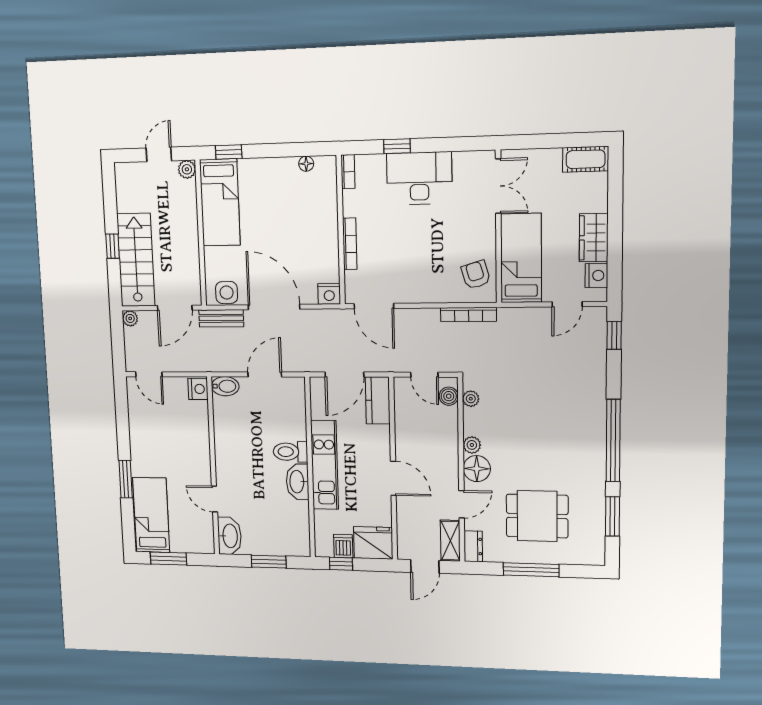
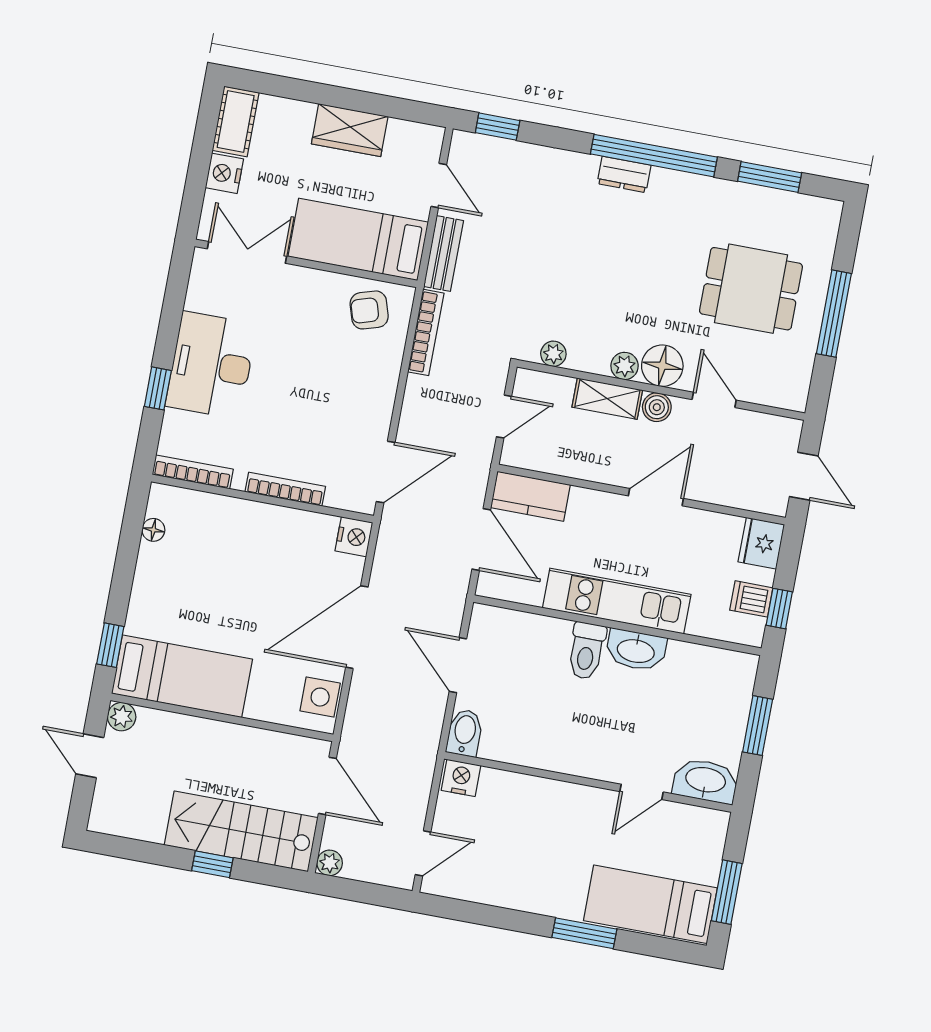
bookcase: (348, 172) -> (193, 472), width x1.56
nightstand: (596, 275) -> (224, 173), moved, turned -90
bench: (221, 318) -> (443, 254), moved
boiler: (449, 396) -> (657, 407), moved
dining table: (537, 516) -> (751, 289), turned 90
shelving: (450, 541) -> (607, 399), moved
fridge: (373, 543) -> (761, 543), width x0.73, depth x0.75
dresser: (473, 546) -> (624, 174), moved, turned 180

